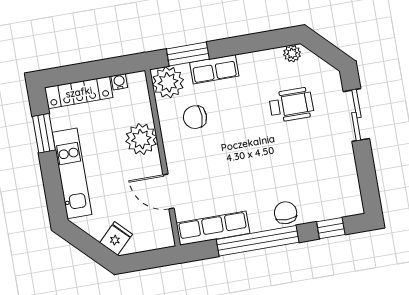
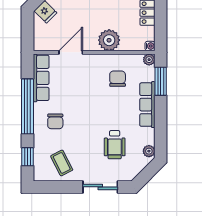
row of seats: (214, 69) -> (147, 105), width x1.48
water cooler: (119, 82) -> (150, 46), moved
plant: (168, 82) -> (149, 60), width x0.53, depth x0.53
coffee table: (331, 177) -> (62, 163), added
chair: (286, 213) -> (55, 121), moved, turned 90

